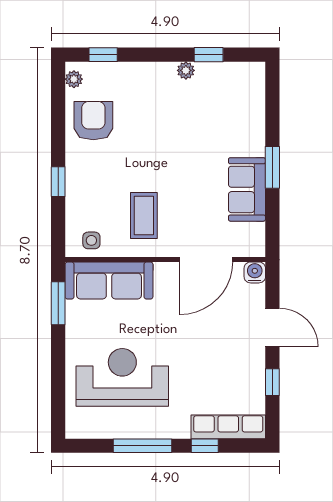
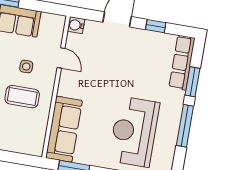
side table: (91, 240) -> (26, 67), moved
door: (206, 260) -> (61, 58), width x0.53
window: (205, 446) -> (192, 82), width x1.50

